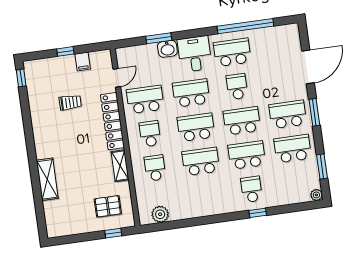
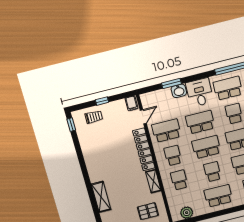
filing cabinet: (83, 61) -> (131, 103), moved
trolley: (70, 102) -> (94, 117), moved
school desk: (201, 162) -> (212, 172), width x0.54
school desk: (206, 196) -> (218, 196), added

